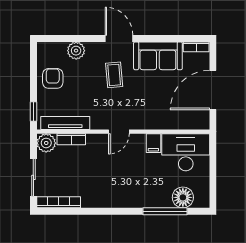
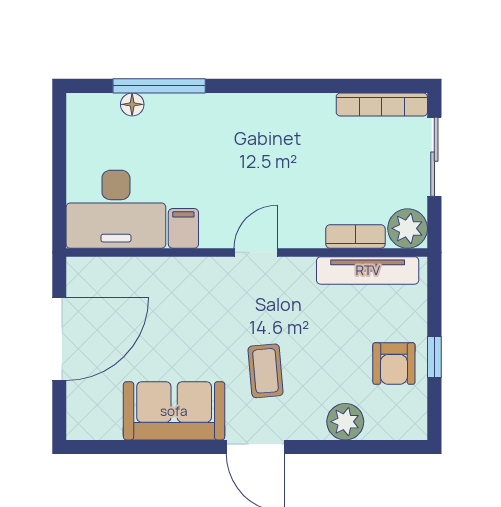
bookcase: (196, 47) -> (94, 429), removed
window: (33, 112) -> (434, 357), moved
floor lamp: (183, 197) -> (132, 104), width x0.53, depth x0.53

